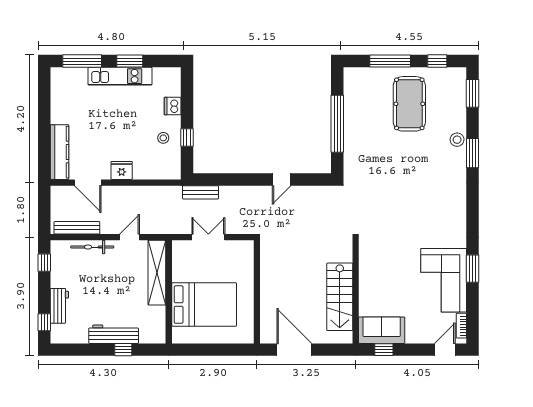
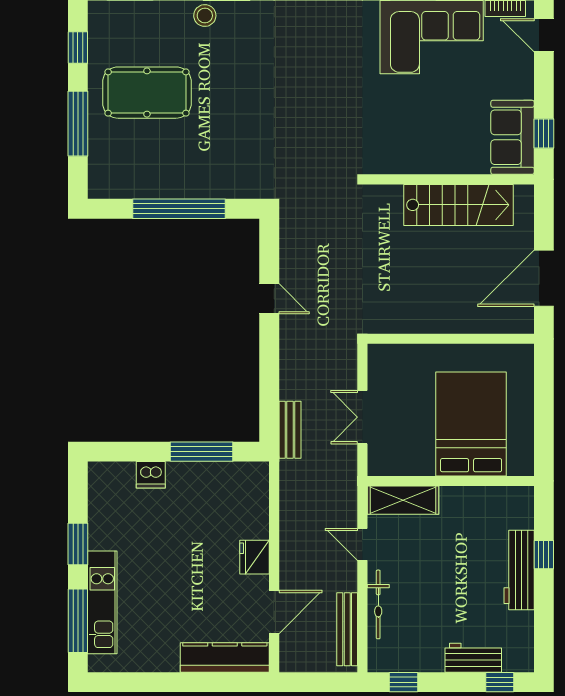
kitchen unit: (120, 76) -> (102, 602), moved
stool: (163, 138) -> (202, 490), removed
window: (187, 138) -> (202, 452), width x2.17
shelving: (157, 273) -> (403, 500), width x0.68

